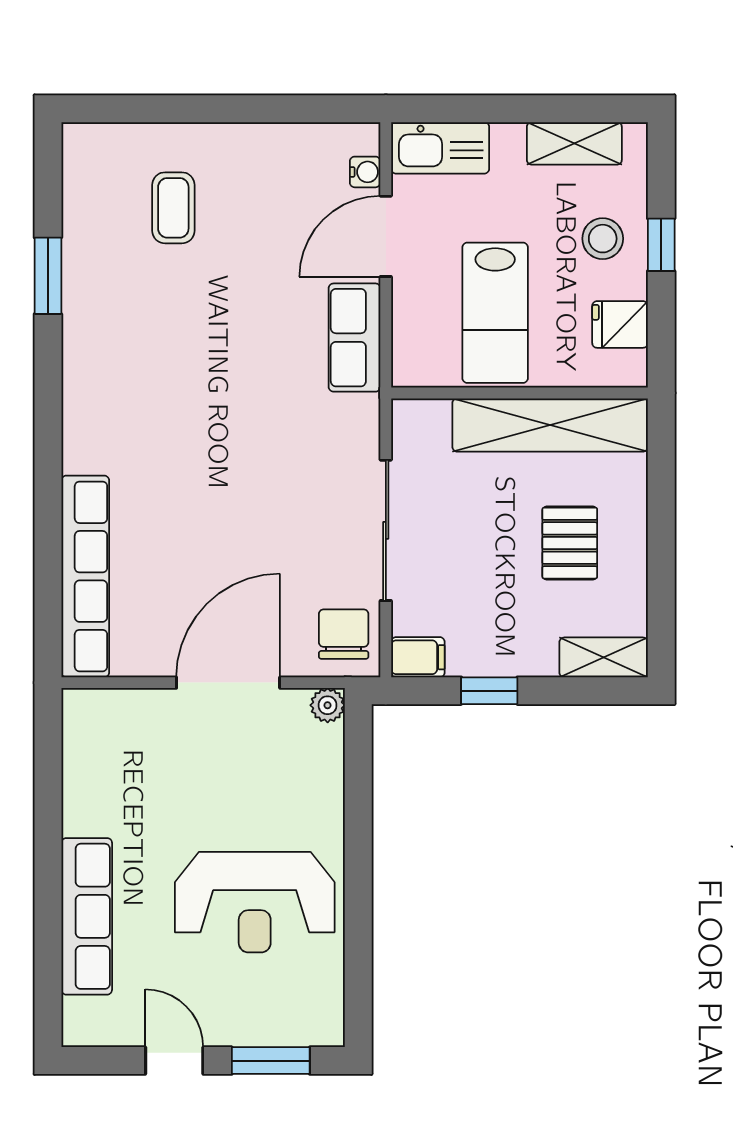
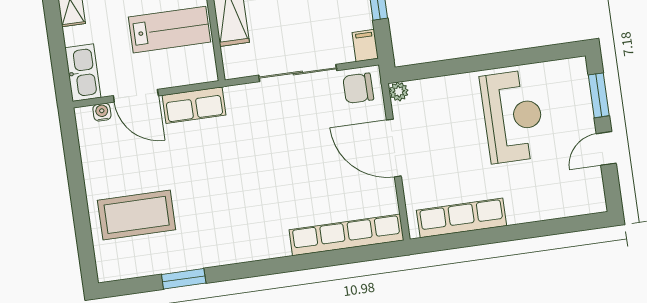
coffee table: (173, 208) -> (137, 215), width x1.86, depth x1.72
row of seats: (87, 916) -> (462, 218), moved

